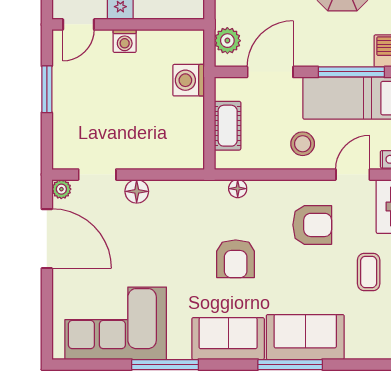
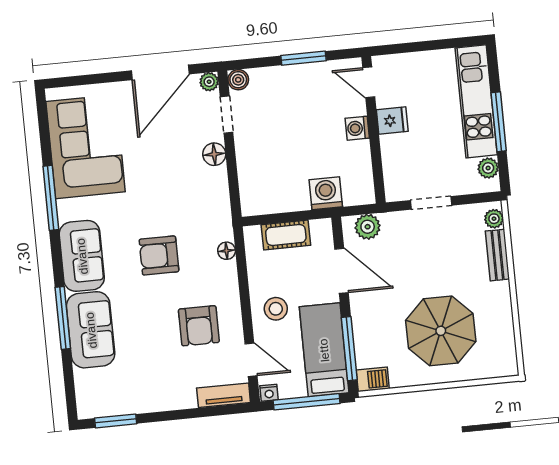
boiler: (62, 159) -> (238, 80), added
coffee table: (369, 272) -> (159, 384), removed

